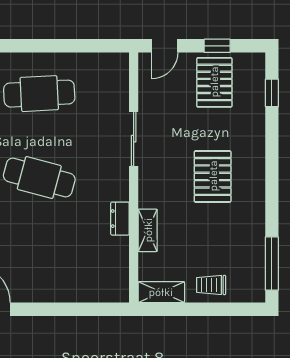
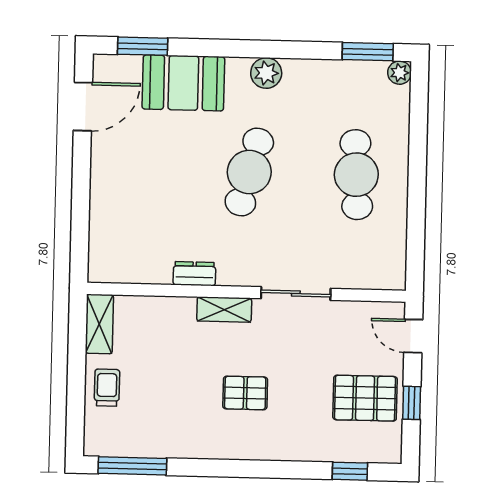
pallet: (213, 176) -> (245, 393), width x0.67, depth x0.71
shelving: (148, 230) -> (224, 310), moved

